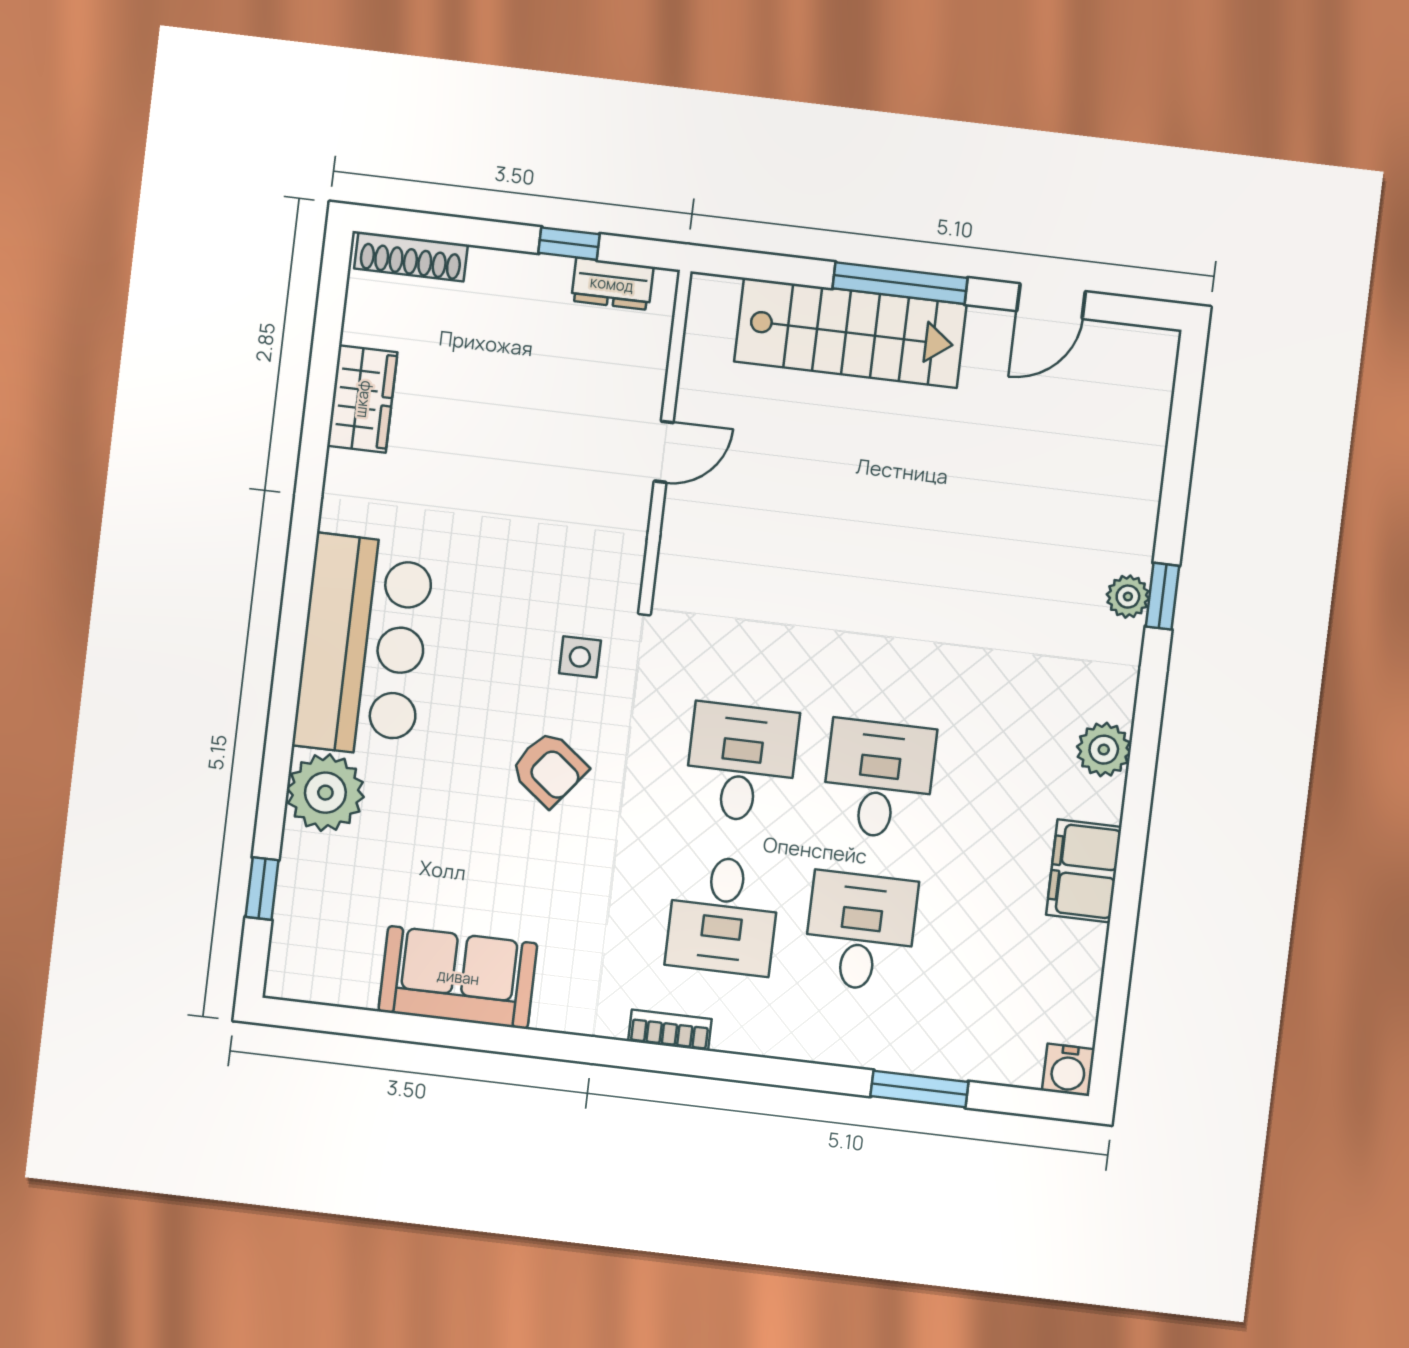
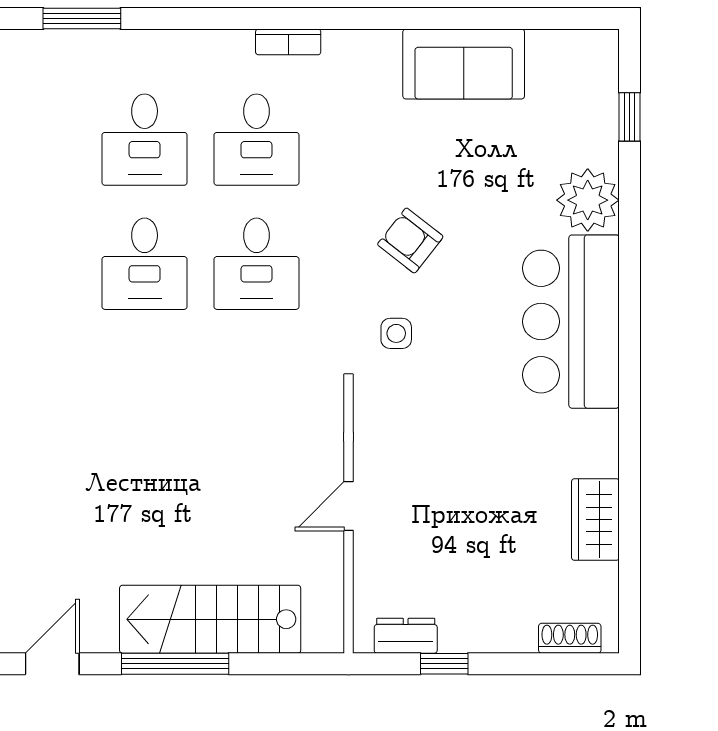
shoe rack: (411, 257) -> (570, 638), width x0.70
desk: (723, 915) -> (256, 140), turned 180

